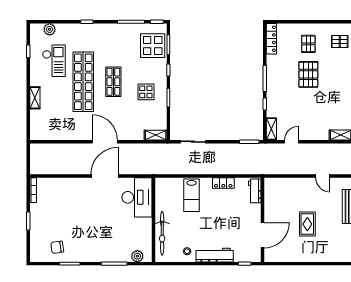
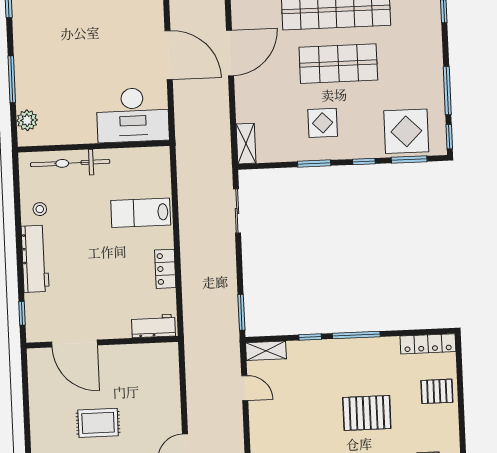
pallet: (308, 44) -> (437, 391), moved
shop shelf: (113, 82) -> (338, 64), width x1.43, depth x1.36

